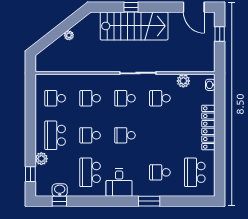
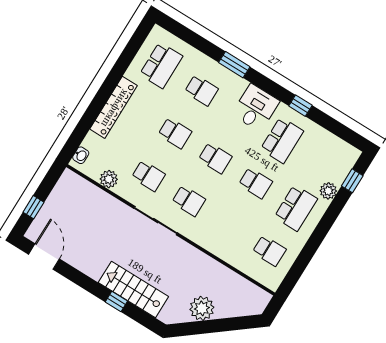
stairs: (134, 26) -> (133, 289), width x0.73, depth x0.66
plant: (69, 35) -> (202, 308), width x1.88, depth x1.88
school desk: (90, 98) -> (175, 133), moved
washbasin: (60, 190) -> (330, 142), removed
window: (59, 201) -> (300, 106), moved

